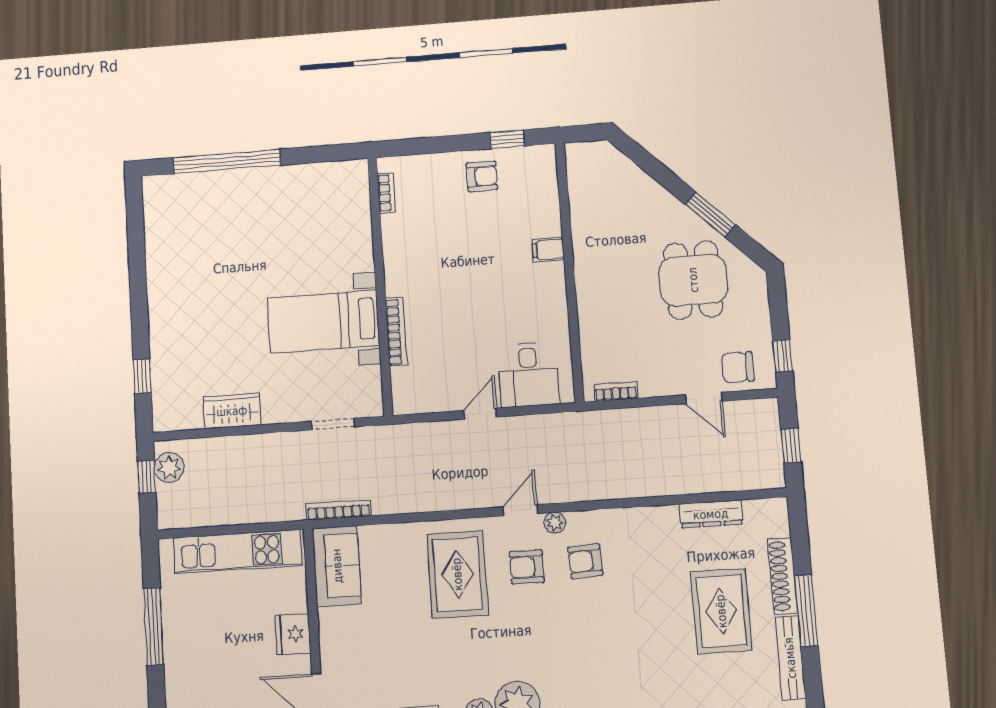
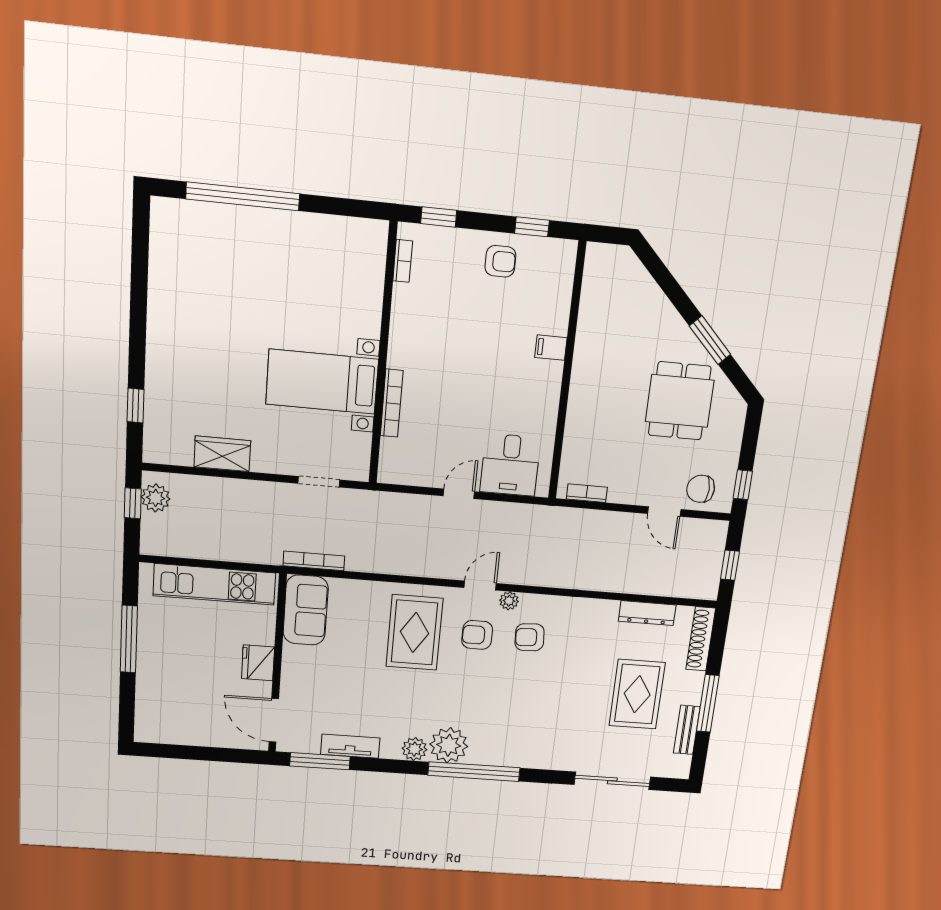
window: (415, 147) -> (439, 217), added
shoe rack: (783, 576) -> (701, 639), moved
bench: (790, 658) -> (687, 730), width x0.73

